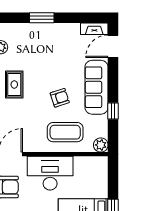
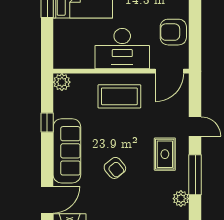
armchair: (60, 98) -> (115, 168), moved, turned -111
coffee table: (65, 132) -> (119, 96), moved

